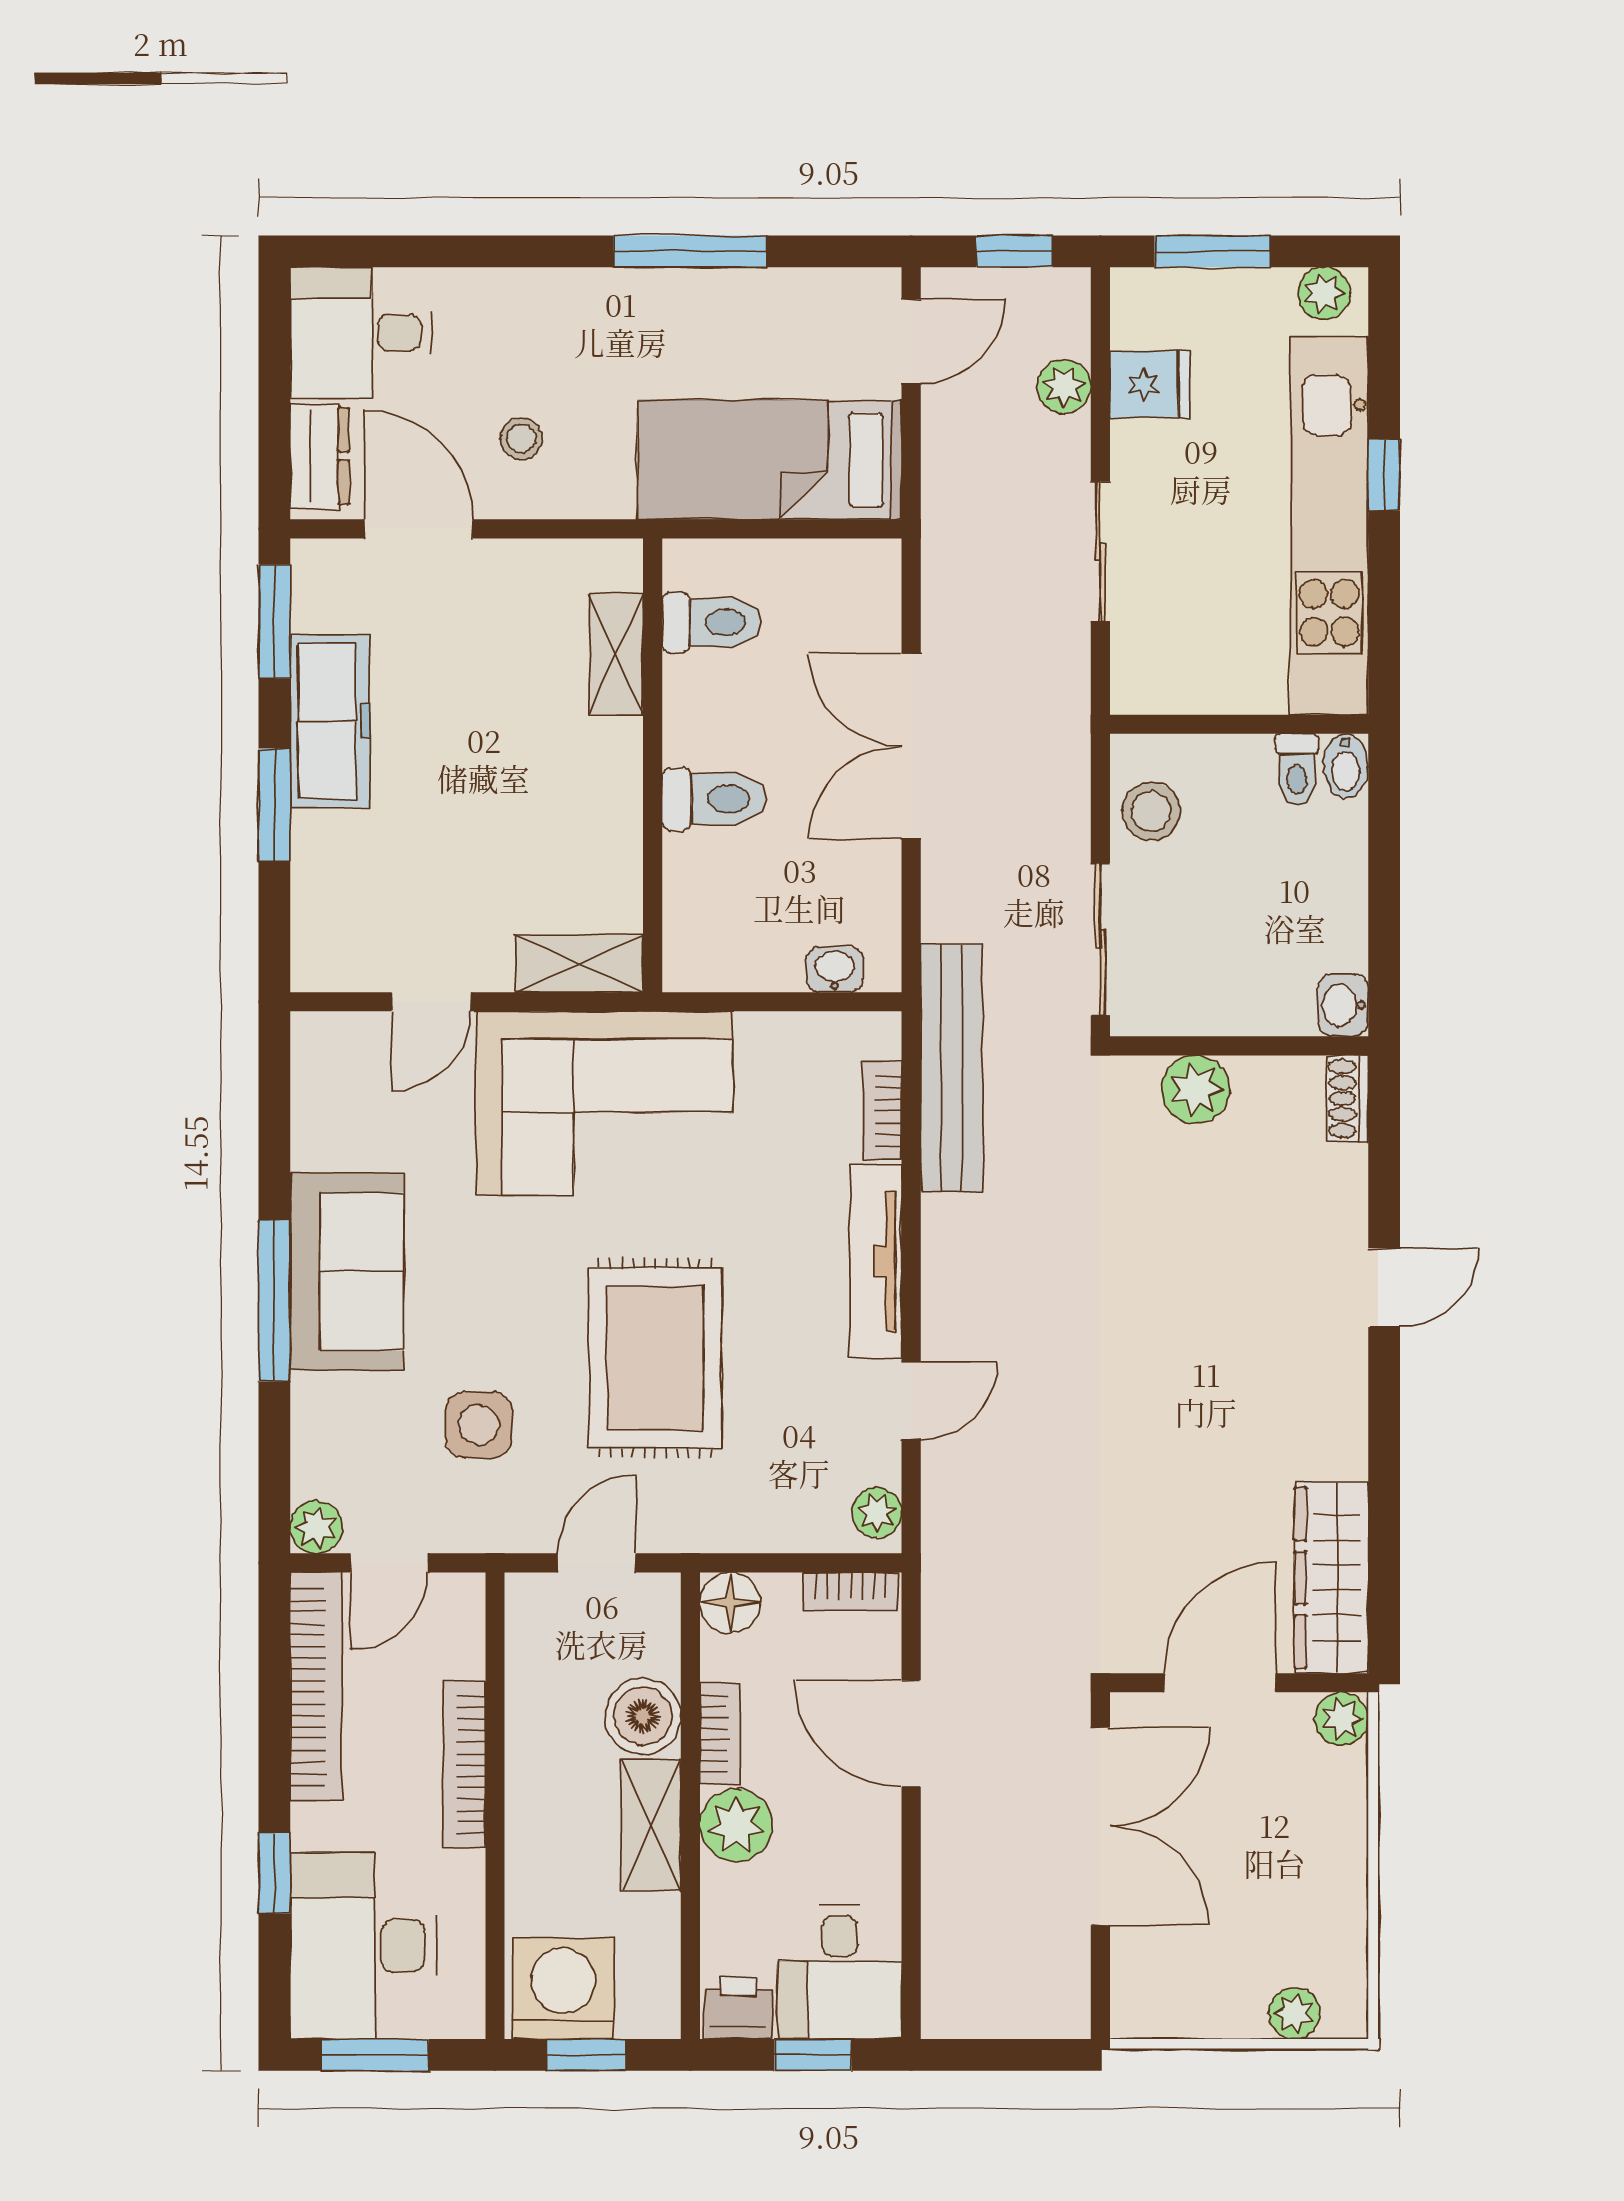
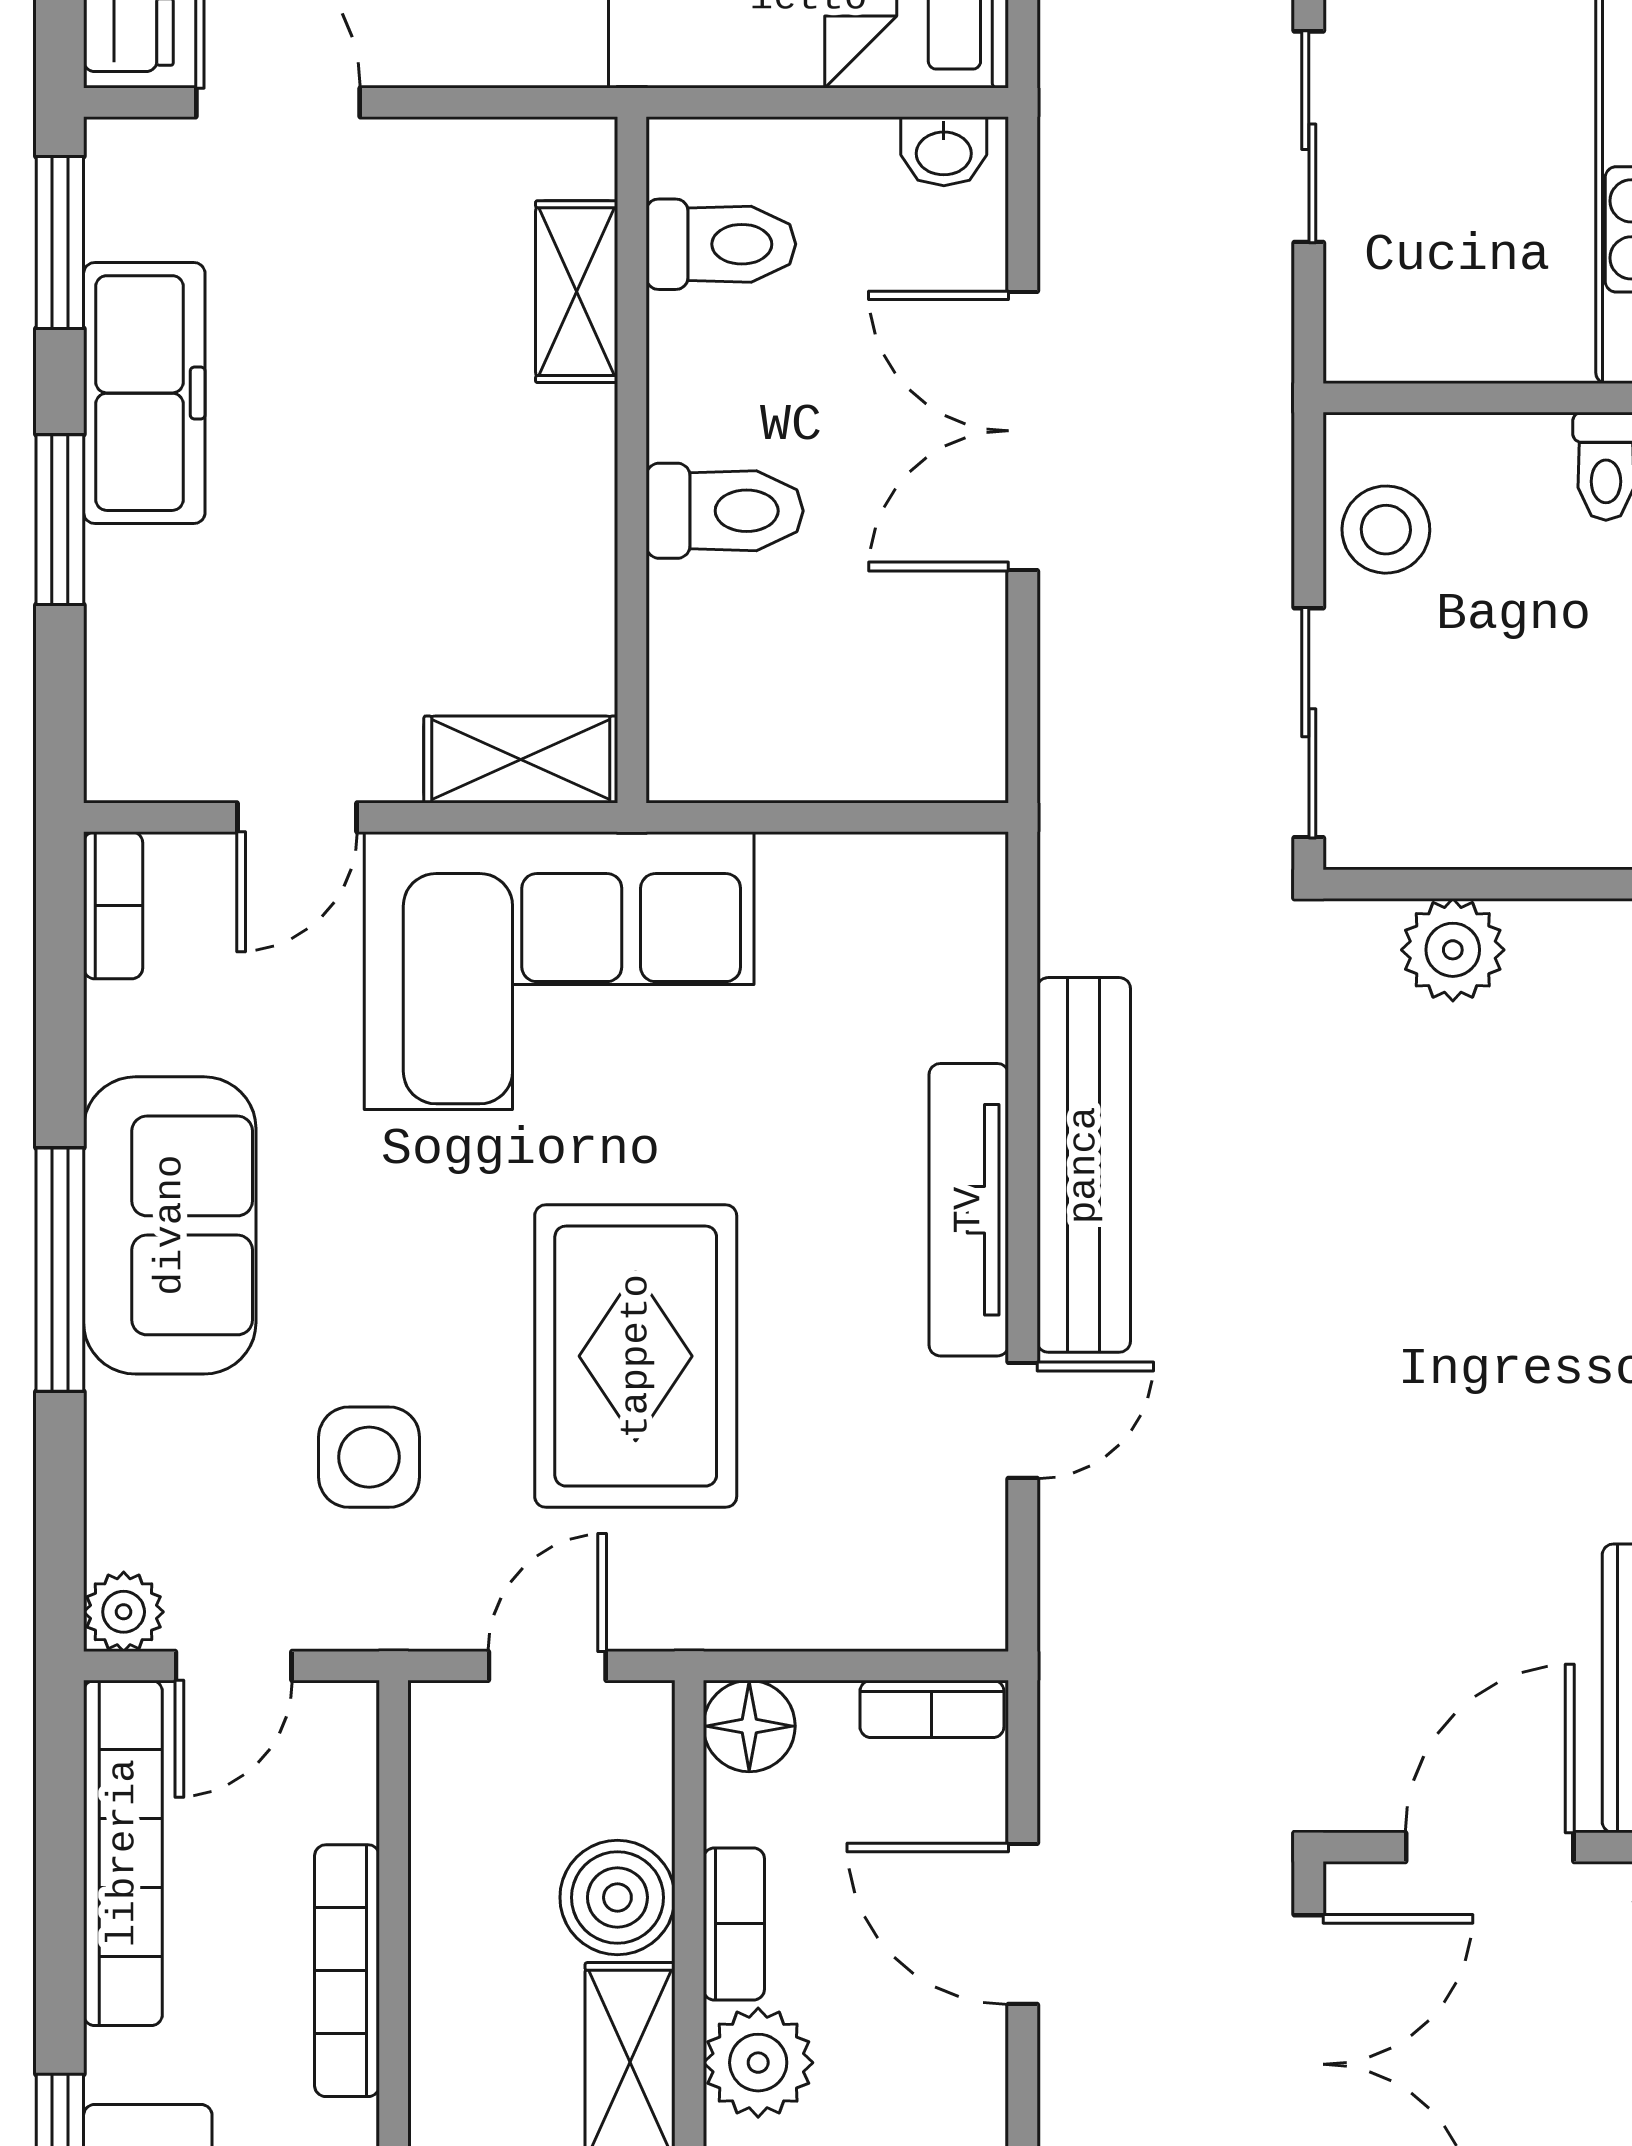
washbasin: (835, 969) -> (944, 151), moved, turned 180
bench: (951, 1068) -> (1084, 1165), moved
bookcase: (882, 1111) -> (113, 905), moved, turned 180
plant: (877, 1513) -> (971, 1590), removed

